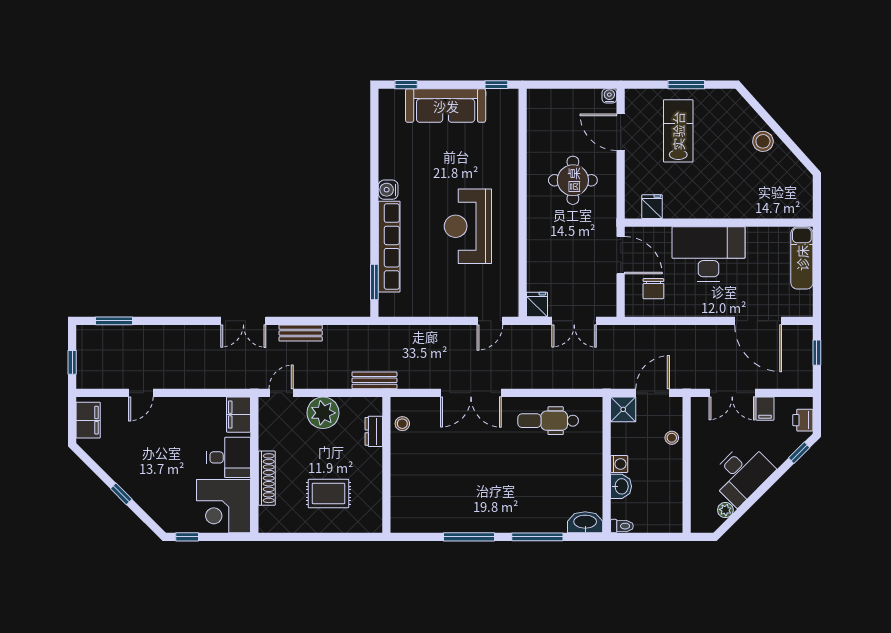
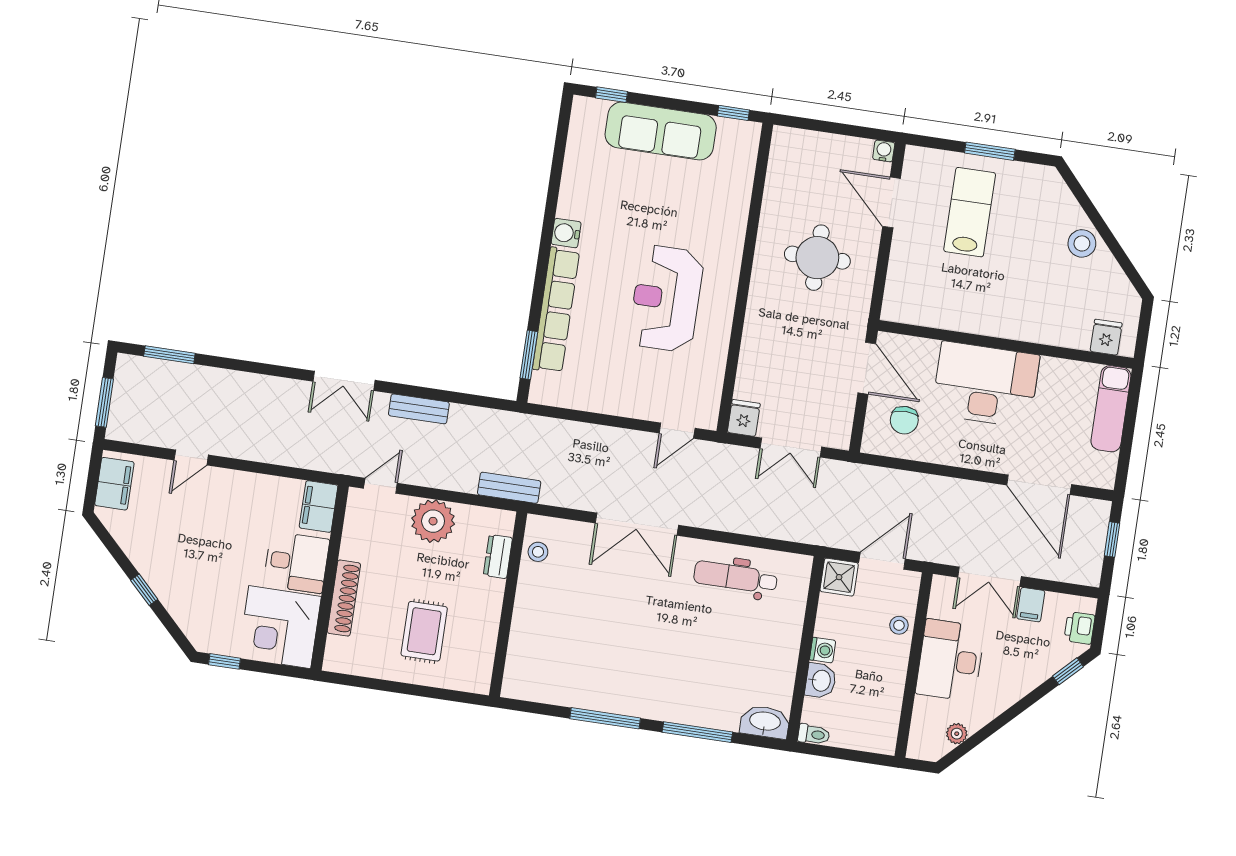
fridge: (652, 207) -> (1106, 337), moved
window: (72, 362) -> (104, 402), width x1.50
desk: (742, 474) -> (950, 660), moved, turned 135
rug: (328, 494) -> (424, 631), turned 90

